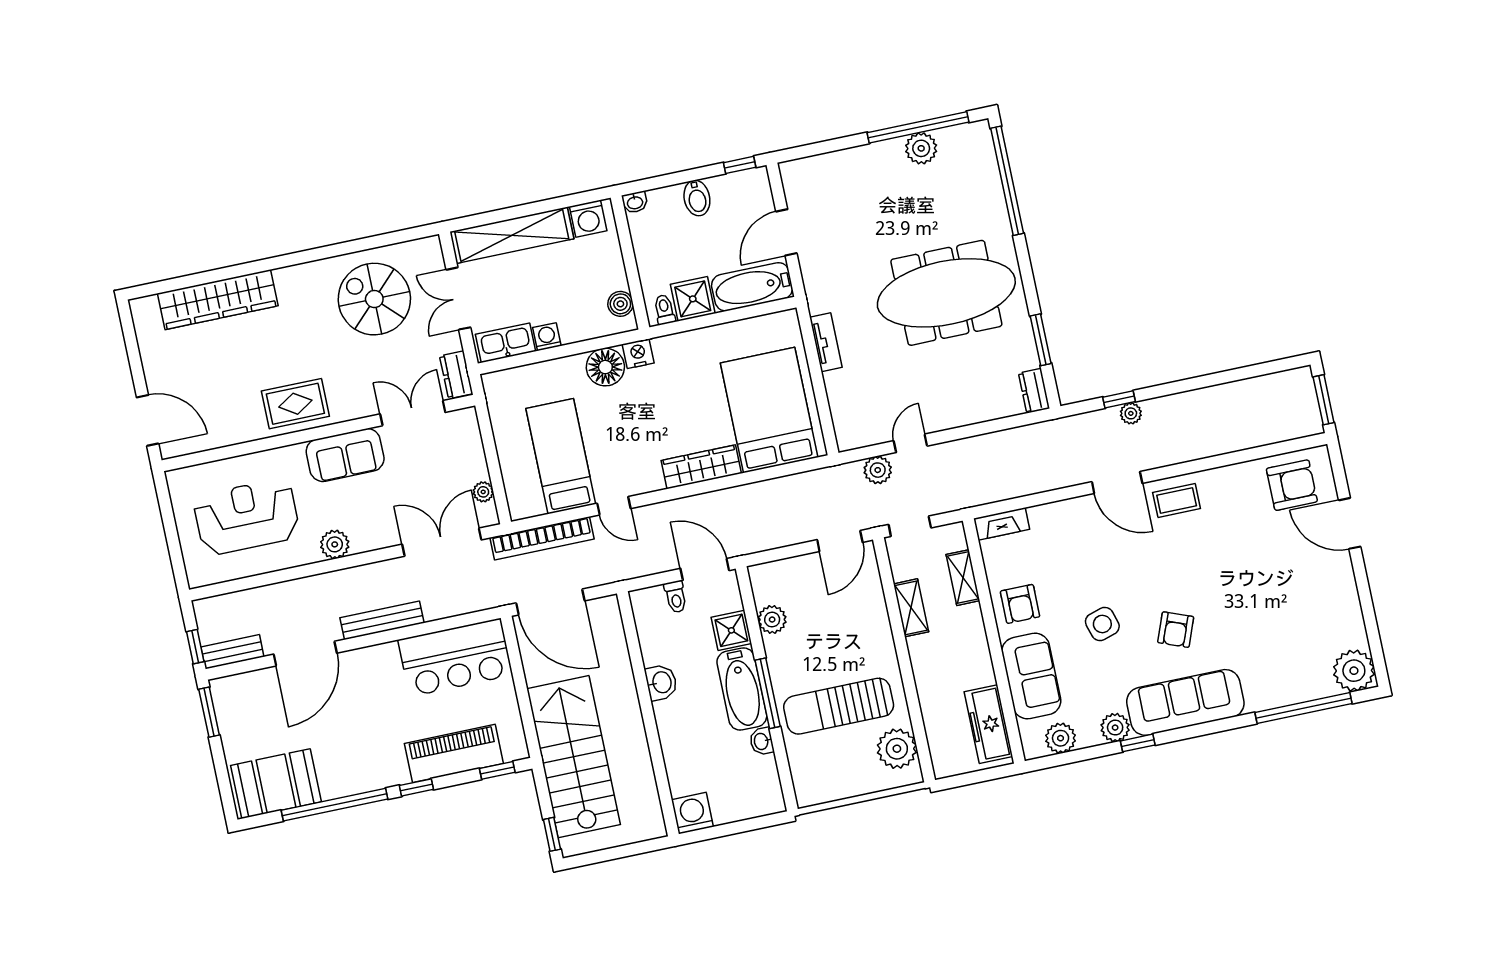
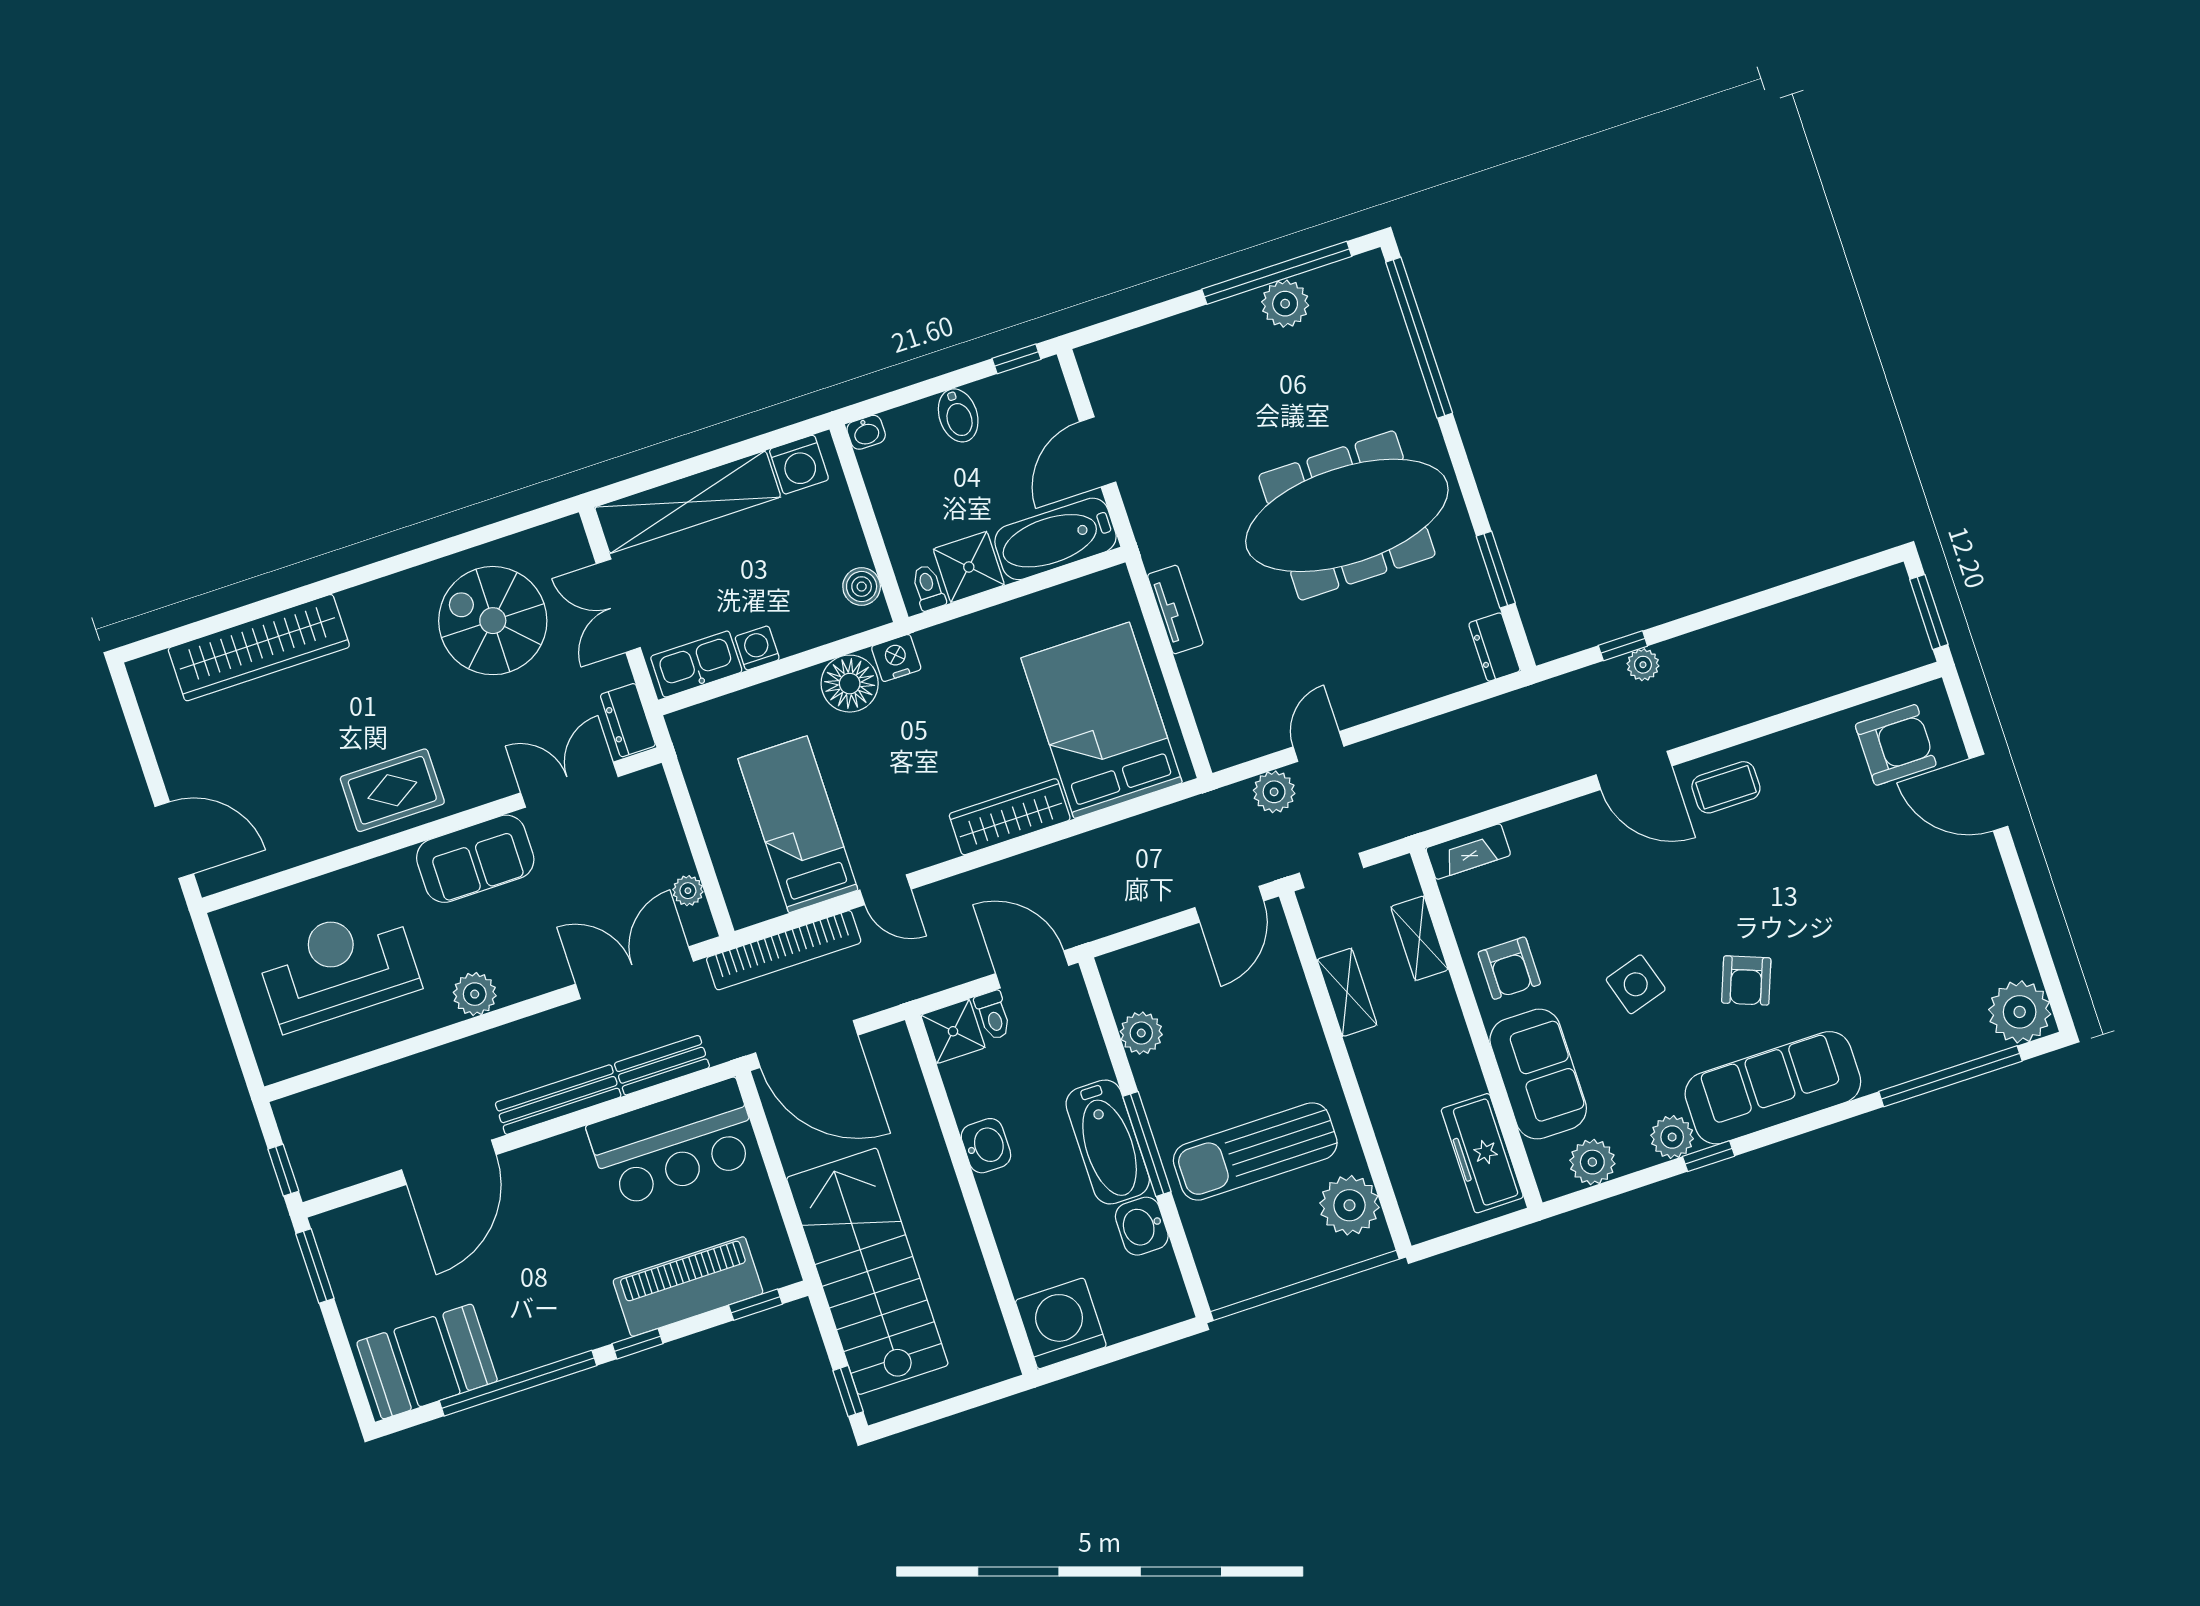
shower: (731, 630) -> (953, 1031), moved
bench: (232, 652) -> (662, 1065), moved
washbasin: (762, 741) -> (1142, 1226), width x1.38, depth x1.45
washing machine: (692, 813) -> (1061, 1323), width x1.37, depth x1.37

